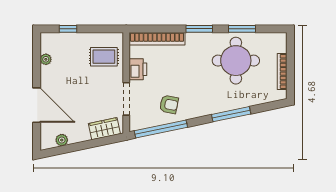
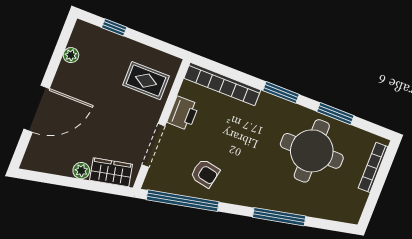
bookcase: (282, 71) -> (373, 167), moved
door: (37, 105) -> (37, 109), hinge flipped
plant: (62, 140) -> (81, 171), moved

